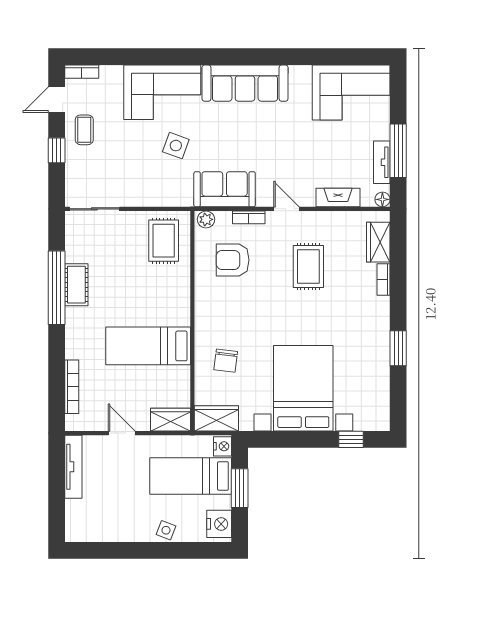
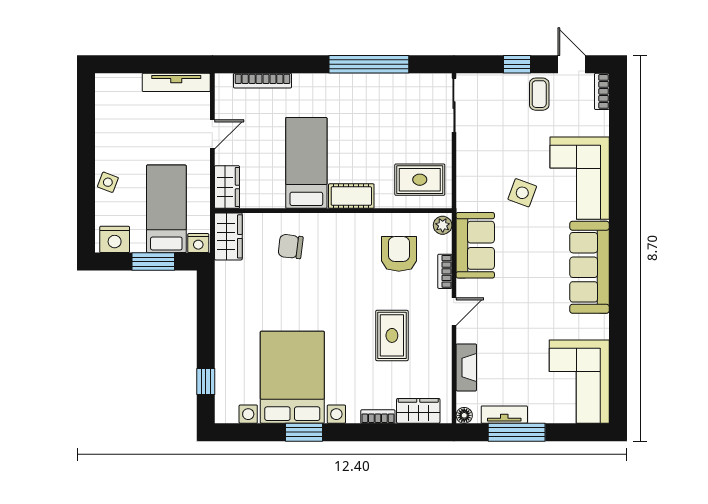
coffee table: (84, 130) -> (539, 94), turned 90
rug: (308, 267) -> (392, 335), turned 90
cot: (76, 285) -> (351, 196), moved
bed with nightstands: (303, 388) -> (292, 377), moved, turned -90

